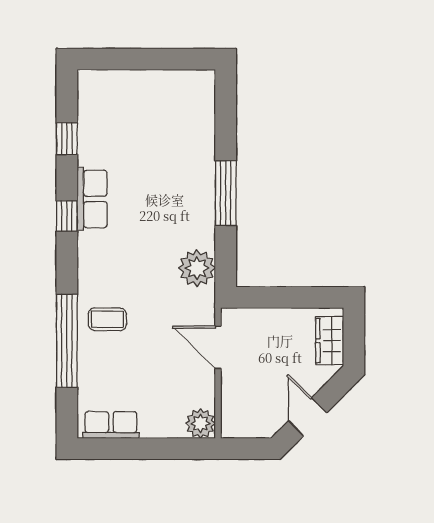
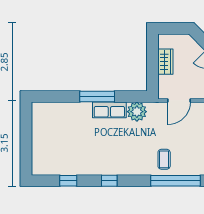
row of seats: (92, 199) -> (109, 110), moved, turned 180
wardrobe: (330, 341) -> (165, 62), moved, turned -90

